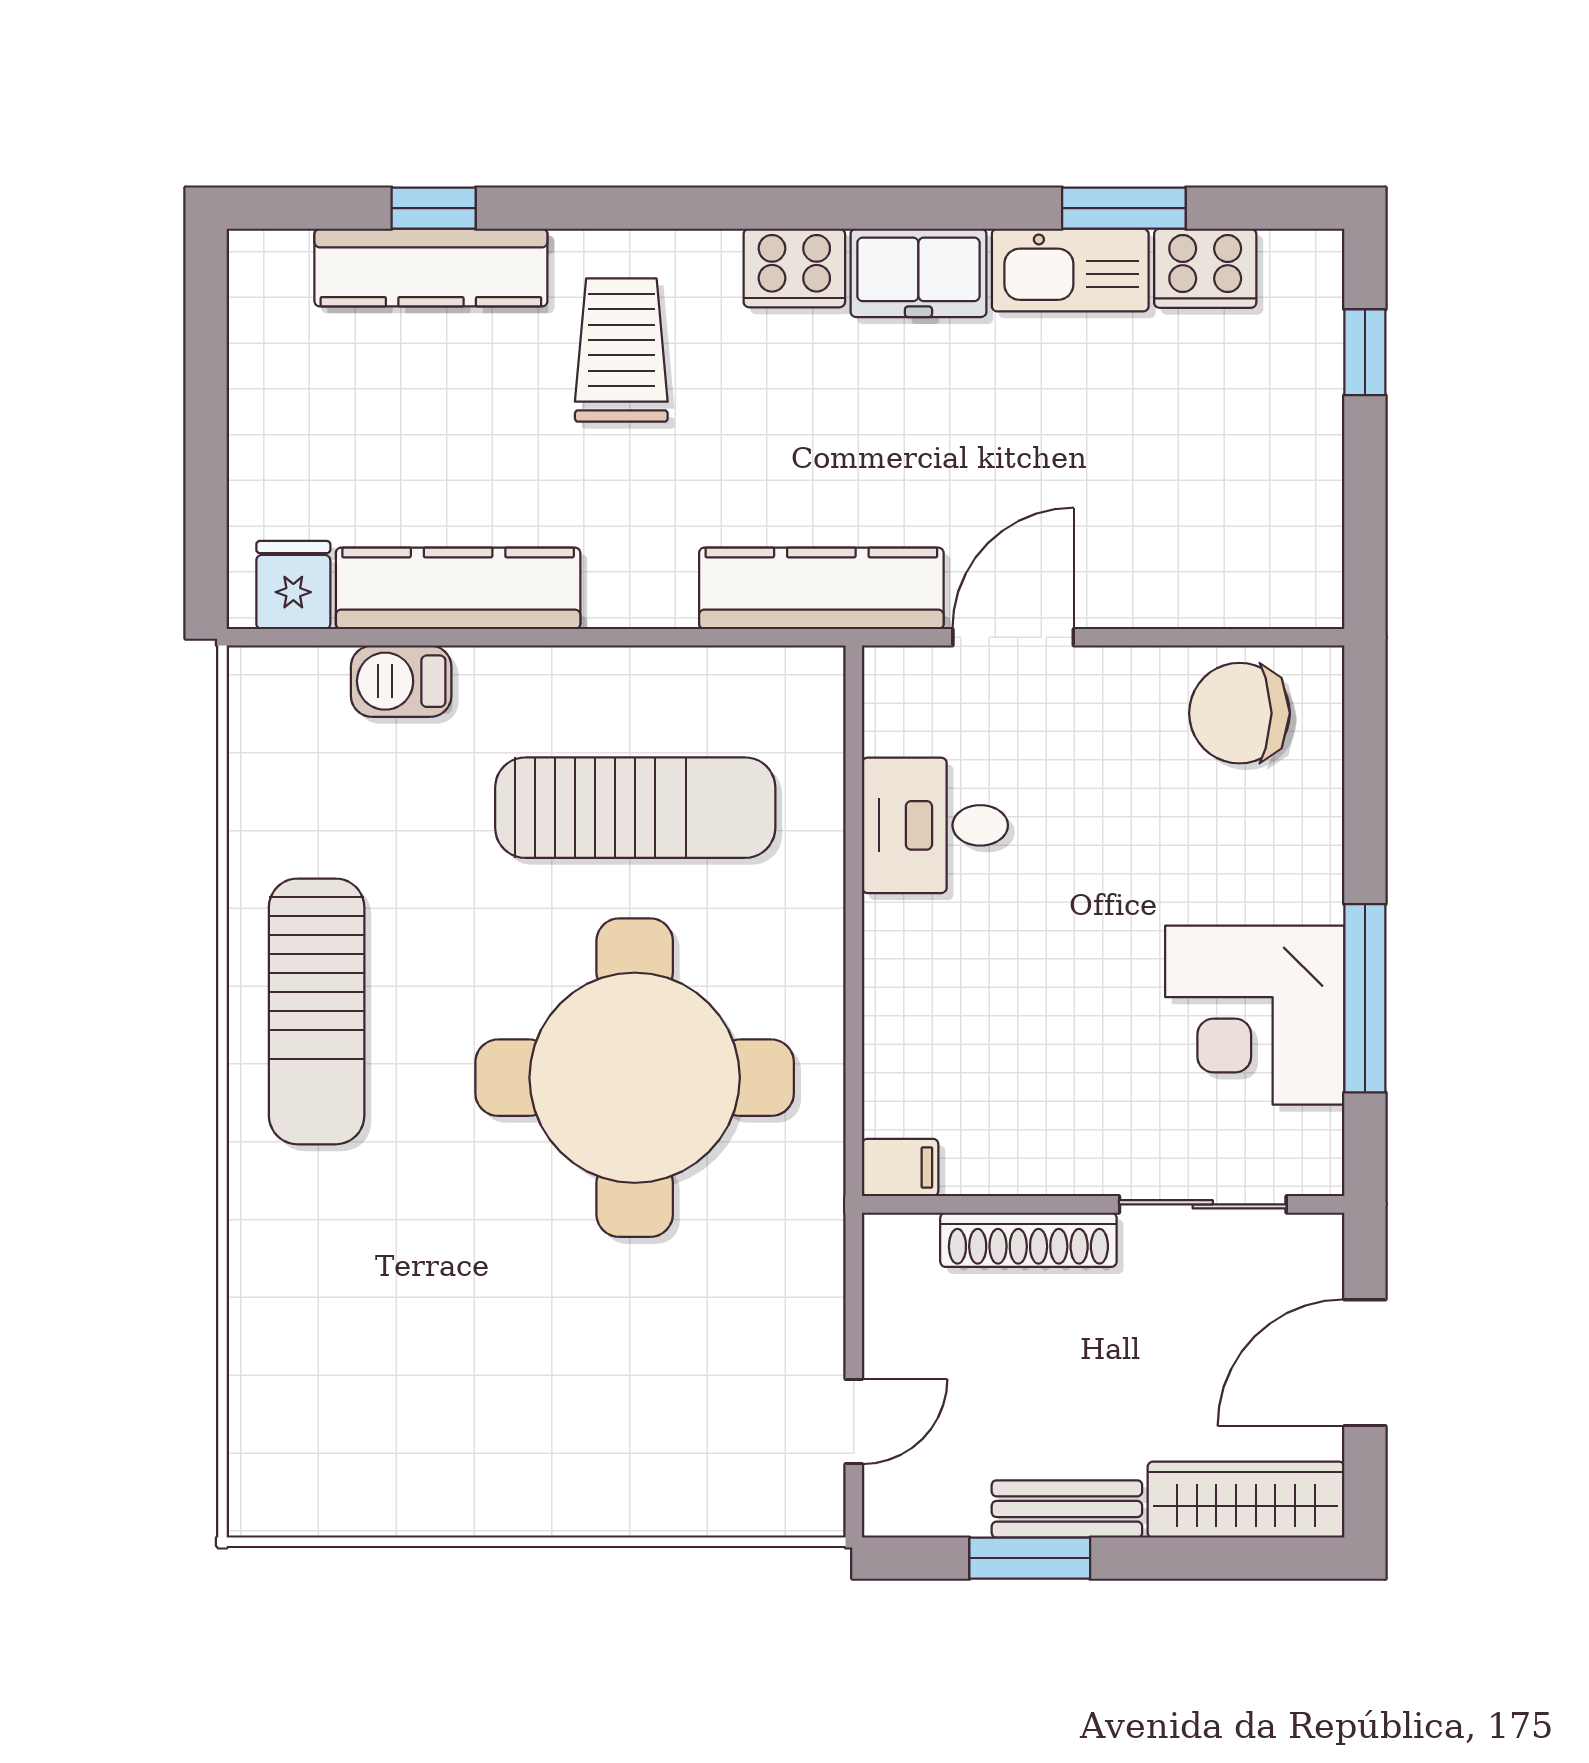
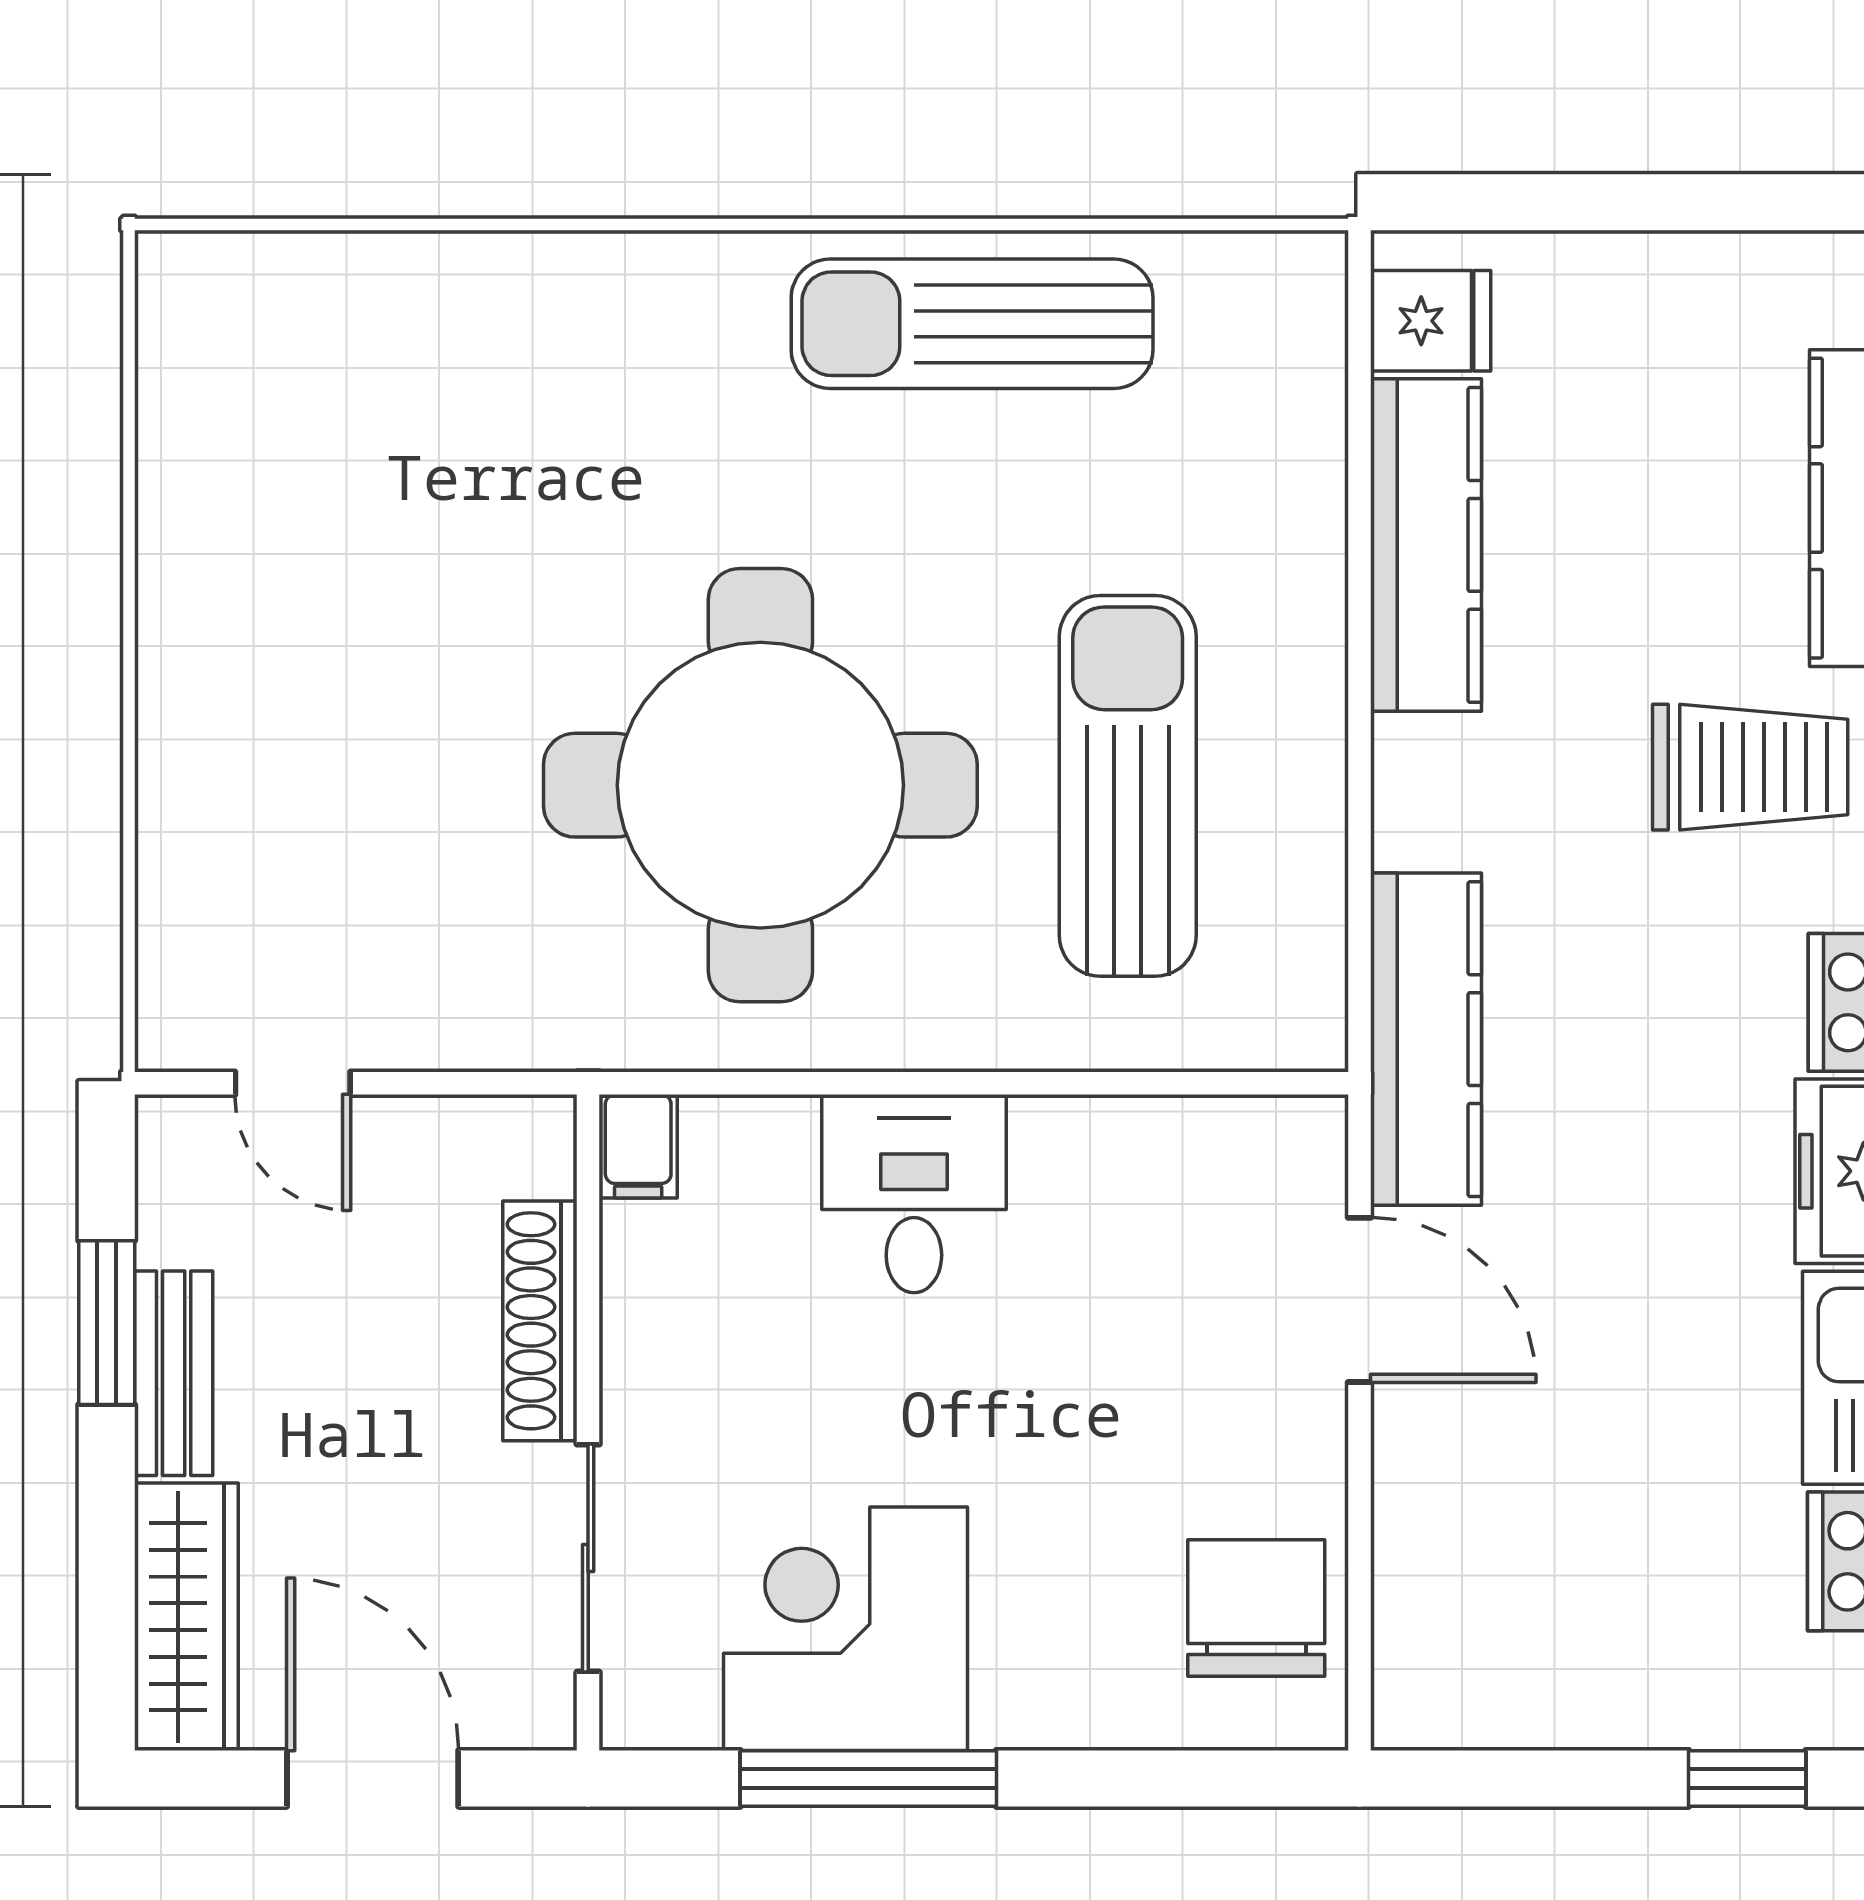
barbecue: (401, 681) -> (1300, 468), removed
sun lounger: (635, 808) -> (1128, 786), turned 180
desk: (935, 825) -> (914, 1194), moved
sun lounger: (317, 1011) -> (972, 324), moved

